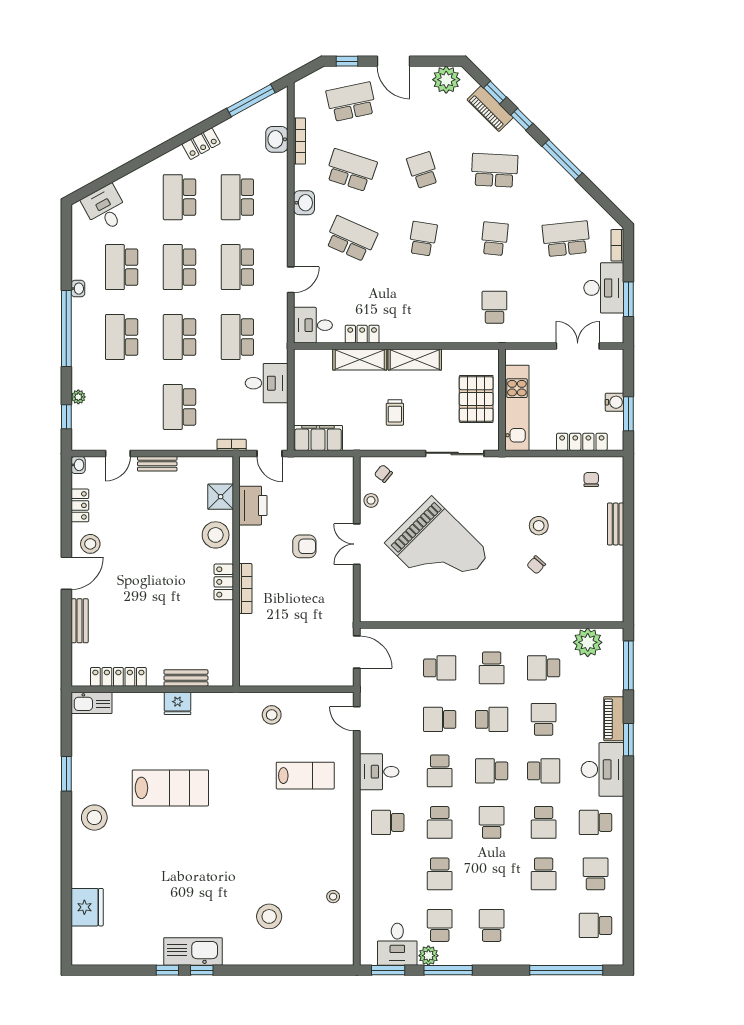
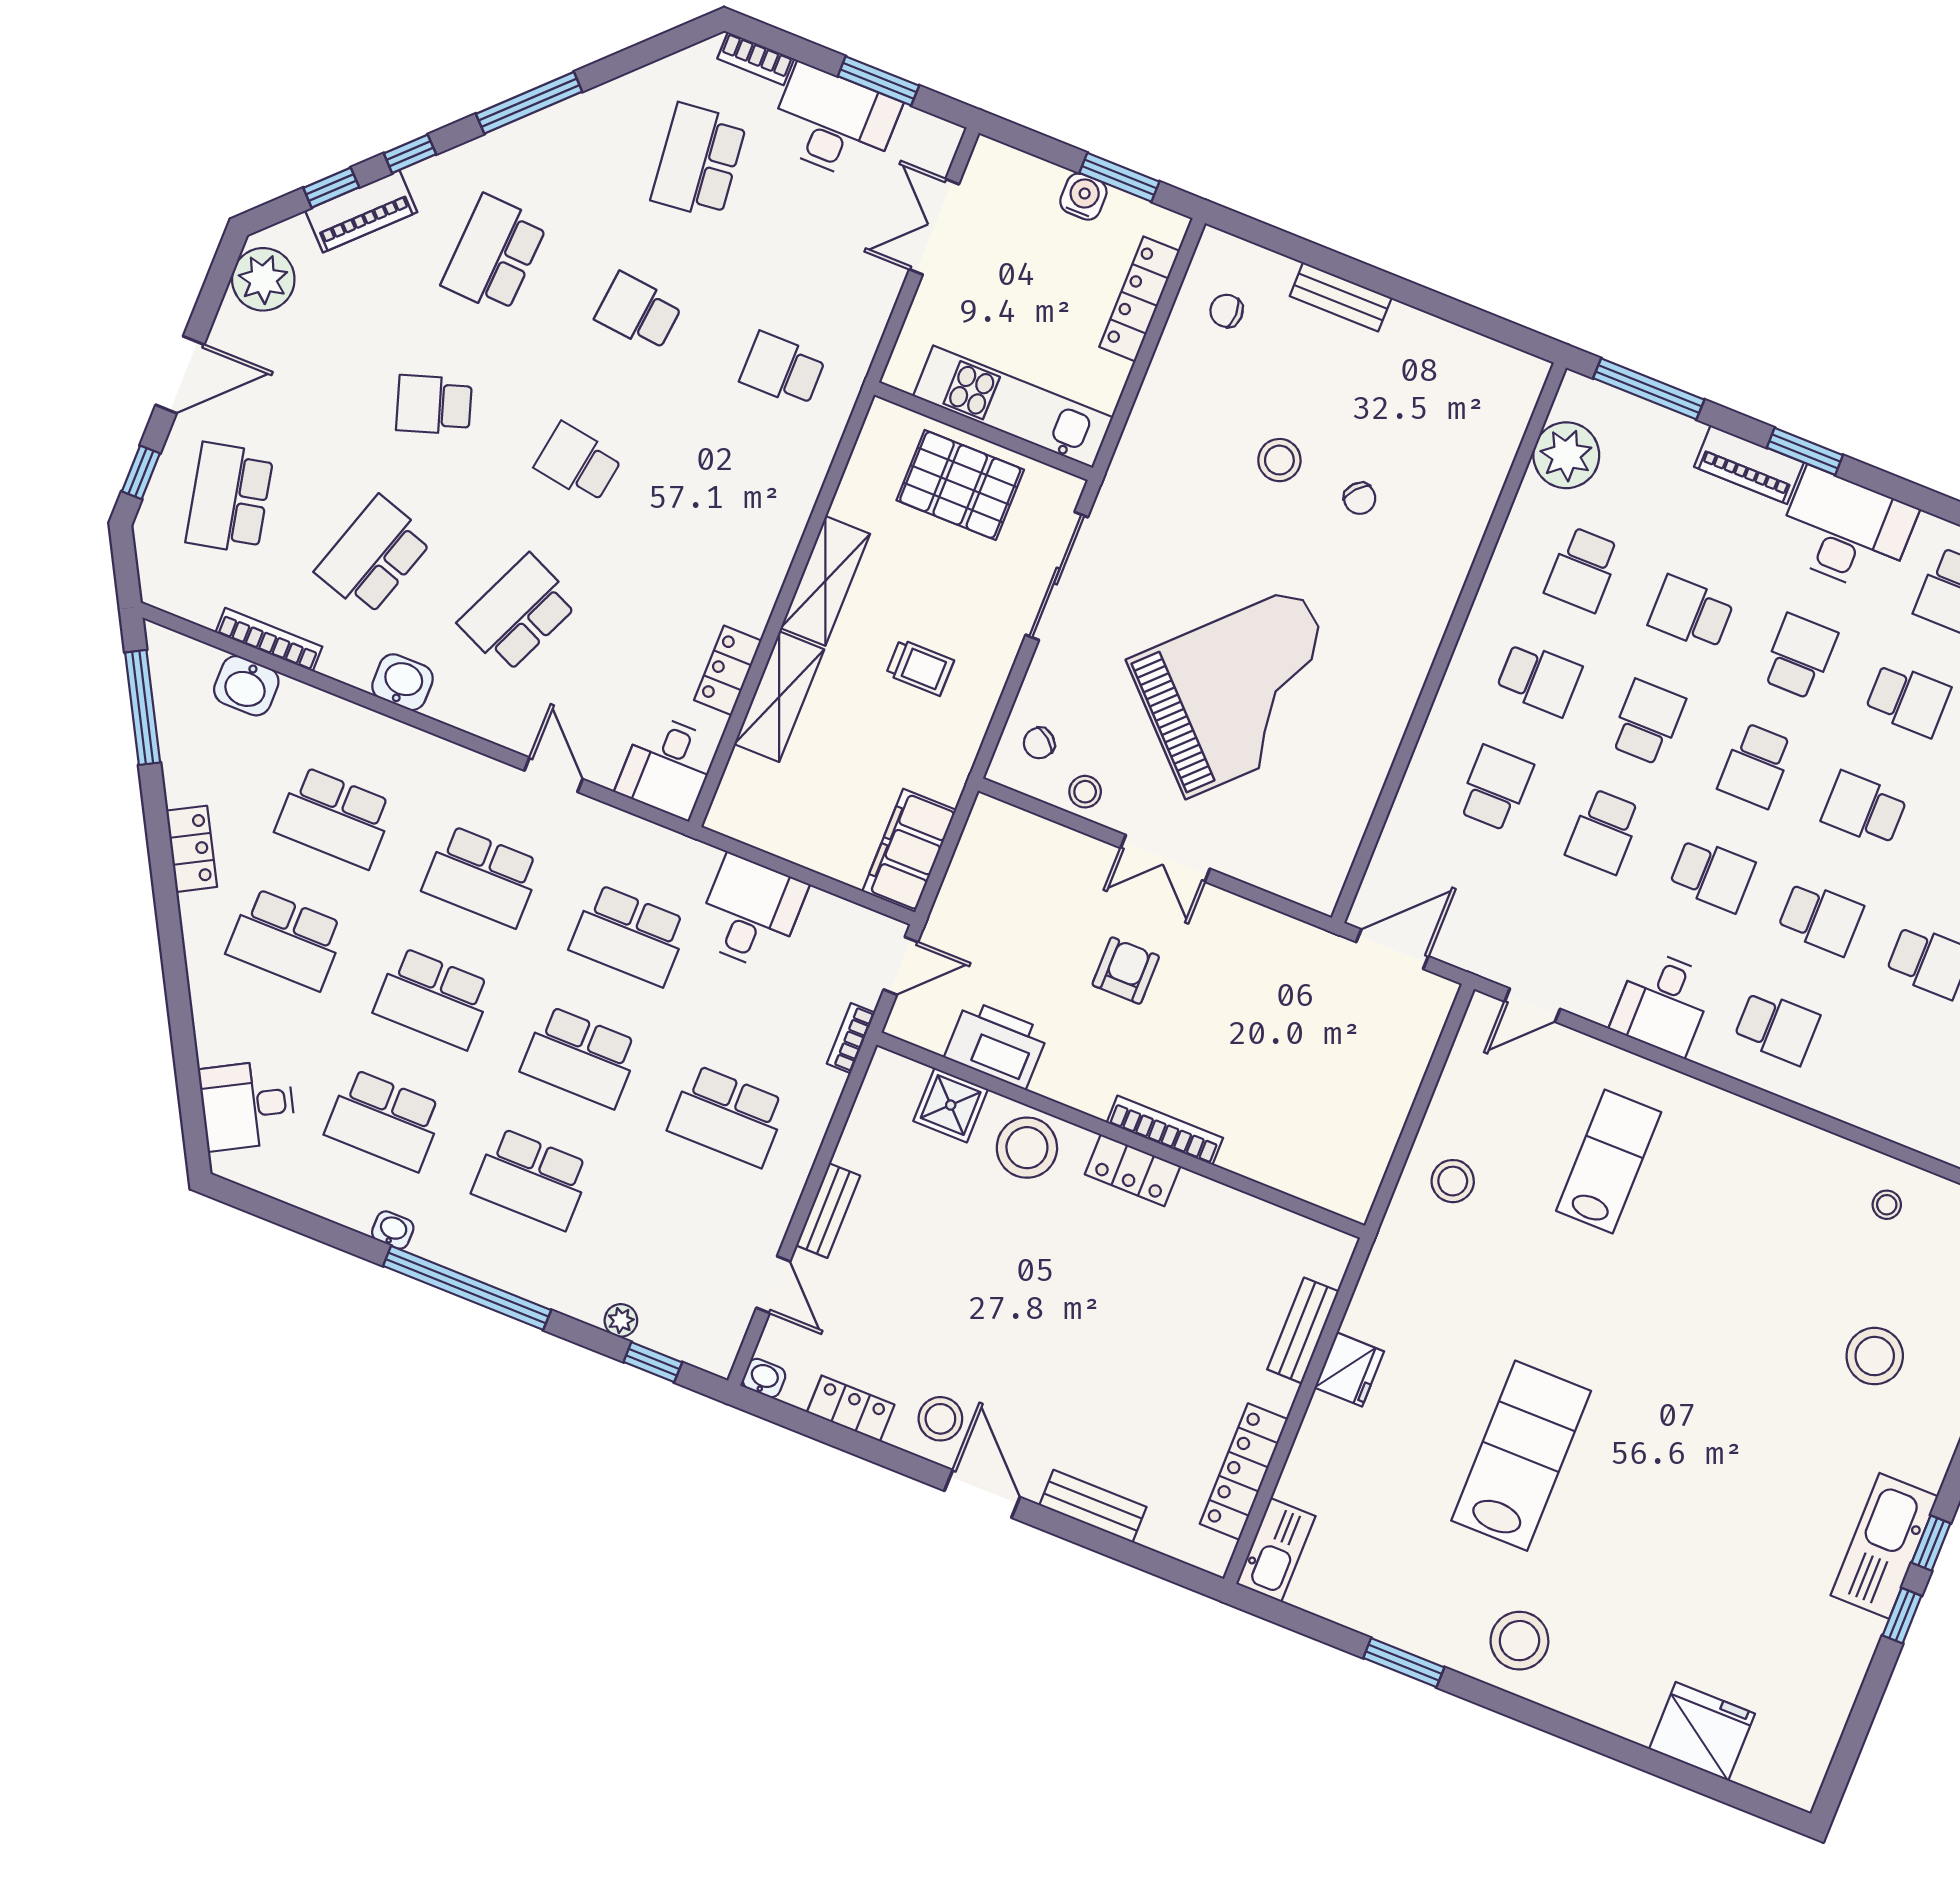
school desk: (388, 822) -> (1777, 1027), turned -90

